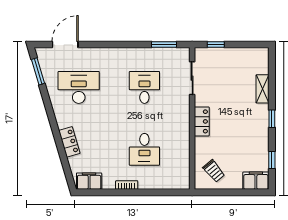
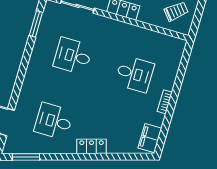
desk: (79, 87) -> (54, 121), width x0.73
locker: (69, 142) -> (92, 146), moved

